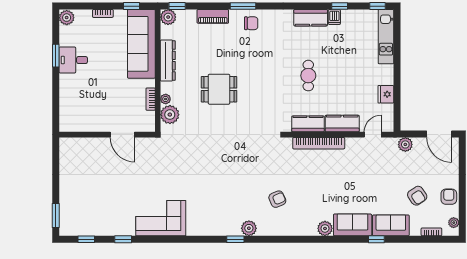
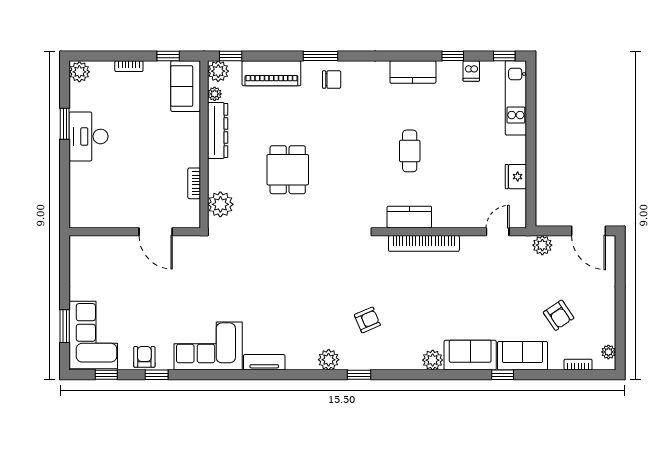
piano: (213, 16) -> (271, 73), width x1.37, depth x1.33
dishwasher: (334, 17) -> (471, 71), moved
sofa: (141, 44) -> (186, 86), width x0.54, depth x0.79
desk: (73, 60) -> (89, 136), width x1.37
dining table: (219, 89) -> (288, 170), turned 90
plant: (166, 99) -> (215, 94), moved
kitchen counter: (342, 123) -> (456, 217), removed
armchair: (449, 197) -> (144, 357), moved
corner sofa: (77, 210) -> (93, 335), added
window: (56, 215) -> (65, 326), moved
tv unit: (202, 230) -> (264, 362), added
window: (235, 239) -> (359, 375), moved

